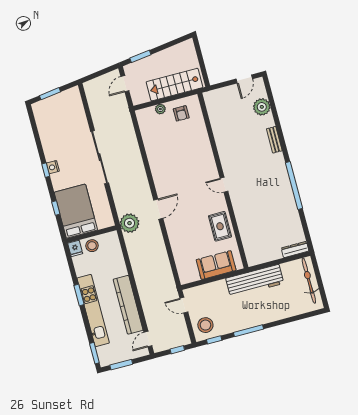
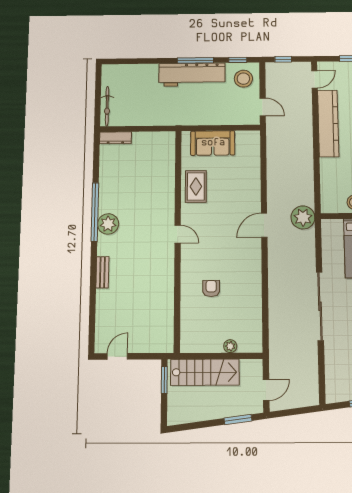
window: (204, 71) -> (164, 380), added
plant: (262, 107) -> (108, 224), moved
armchair: (181, 113) -> (211, 288), moved
workbench: (255, 281) -> (192, 75), moved, turned 180
bicycle: (309, 281) -> (107, 106), width x0.73, depth x0.71

